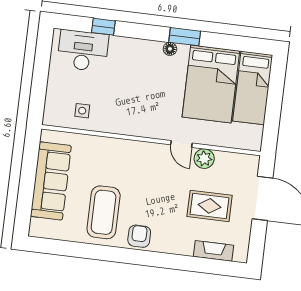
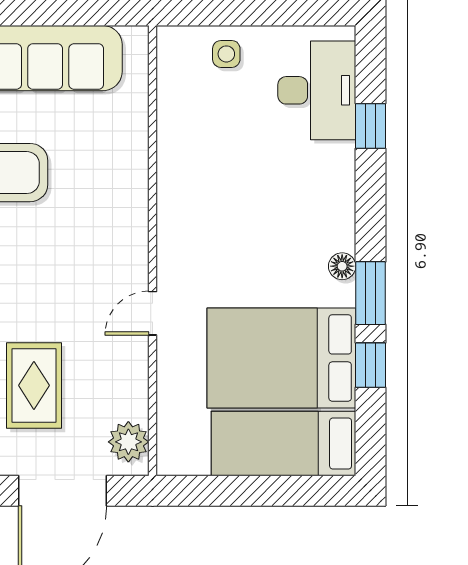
window: (220, 41) -> (370, 365), added
side table: (82, 111) -> (226, 54), moved
plant: (204, 159) -> (128, 442), moved

